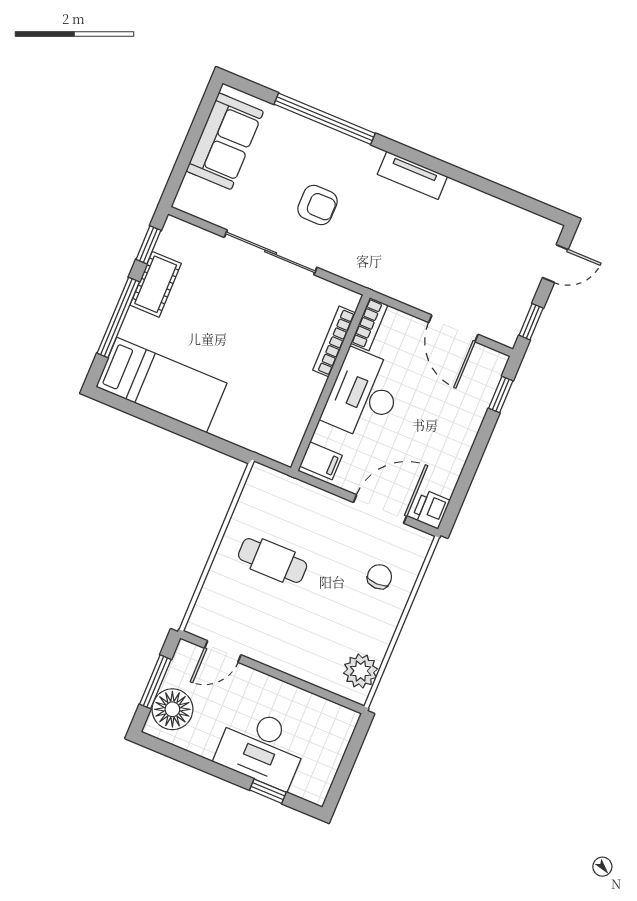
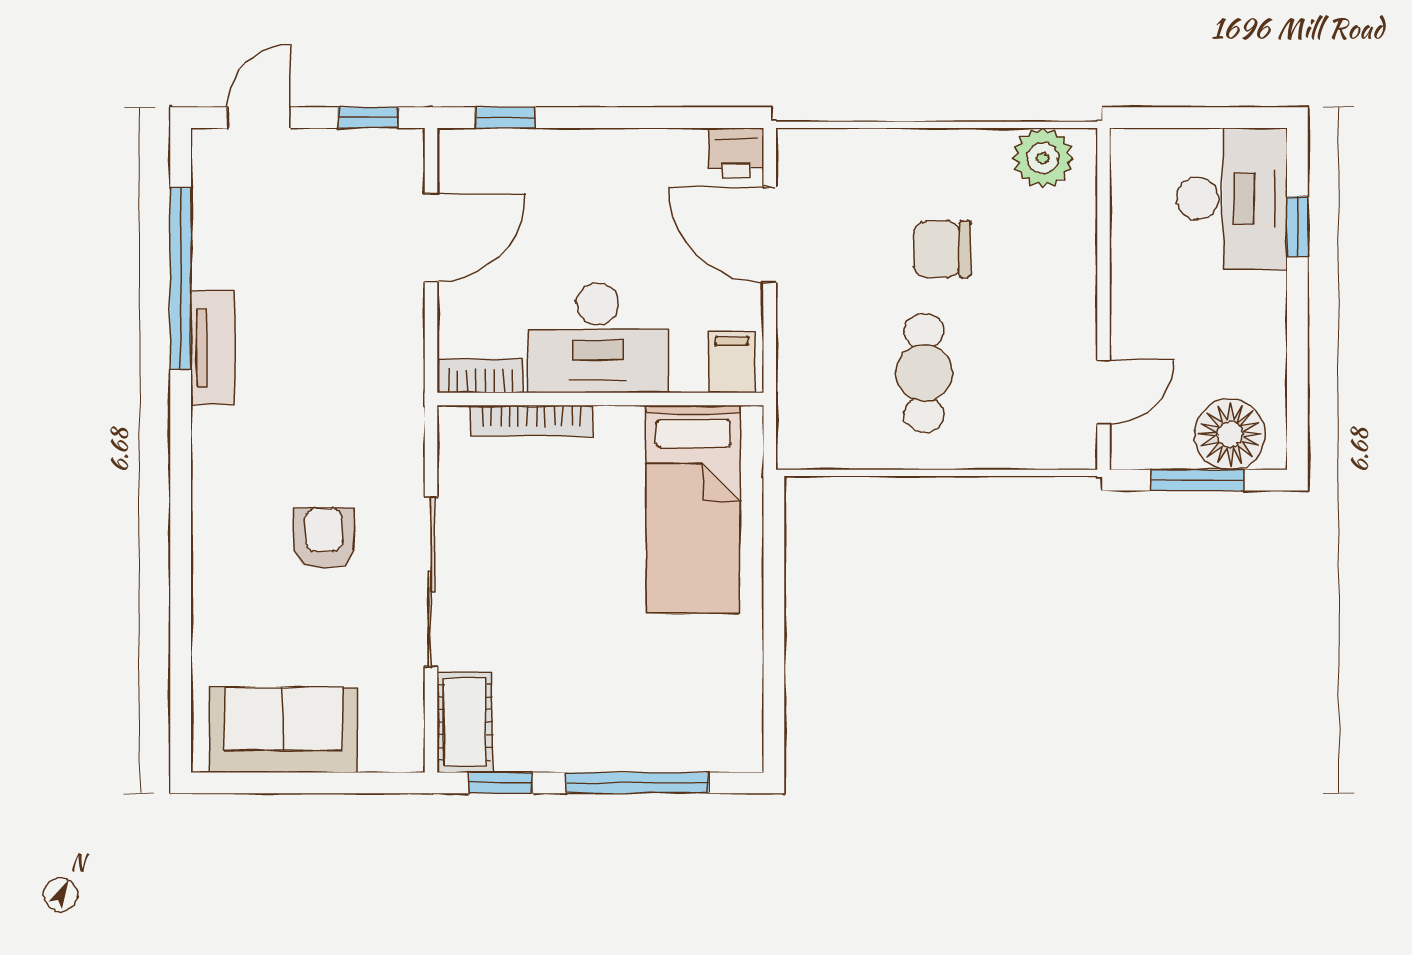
window: (325, 119) -> (181, 279), moved
tv unit: (412, 175) -> (213, 348), moved
door: (555, 264) -> (259, 118), hinge flipped
cot: (156, 284) -> (465, 722), moved, turned 90
bed: (161, 385) -> (693, 509), moved, turned 180
chair: (379, 577) -> (942, 249), moved, width x1.37, depth x1.37
door: (223, 651) -> (1103, 392), hinge flipped
desk: (262, 748) -> (1232, 198), moved

